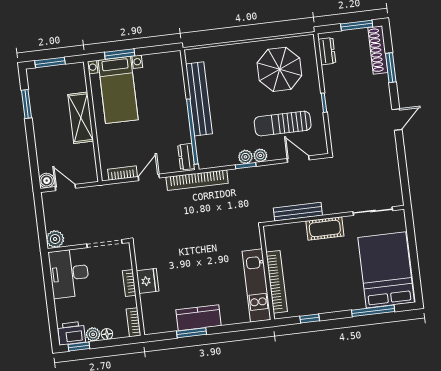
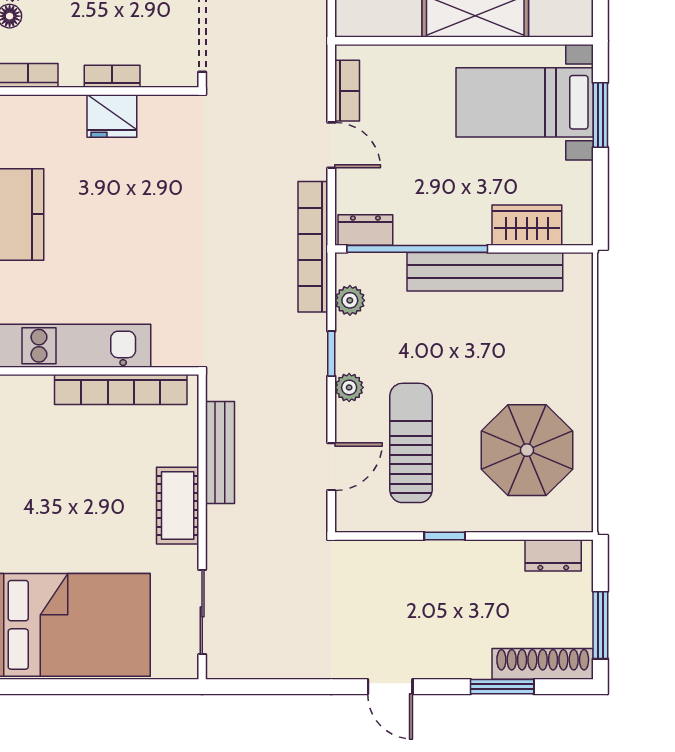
wardrobe: (175, 82) -> (527, 225), added
plant: (245, 157) -> (350, 300), moved
bookcase: (277, 282) -> (121, 389), moved

